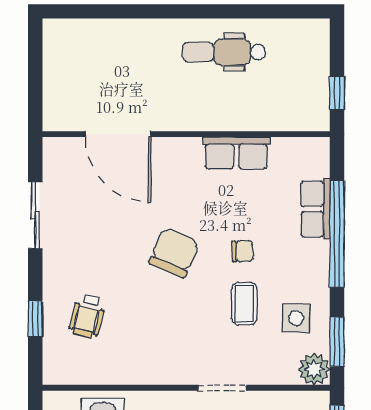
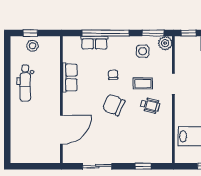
stool: (308, 68) -> (32, 46), added
window: (337, 93) -> (30, 33), moved
coffee table: (244, 303) -> (143, 83), moved
wheelchair: (87, 316) -> (150, 105), moved

